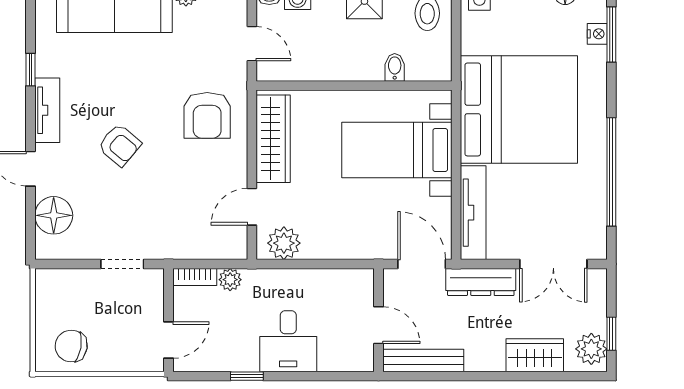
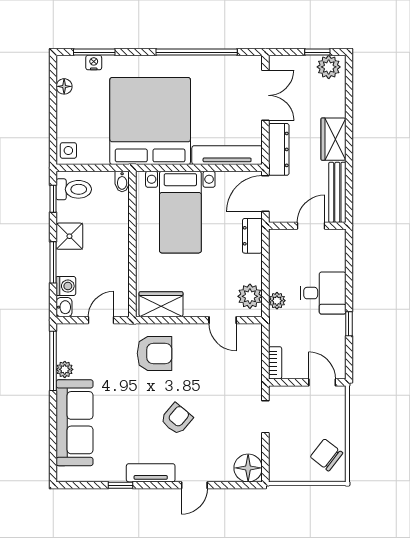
bidet: (395, 67) -> (122, 181), moved, turned -90
wardrobe: (273, 139) -> (161, 304), width x0.67
floor lamp: (54, 215) -> (248, 468), moved
dresser: (365, 246) -> (252, 236), added
plant: (230, 280) -> (277, 301), moved
chair: (71, 346) -> (327, 455), turned 118
wardrobe: (535, 355) -> (333, 139), moved

